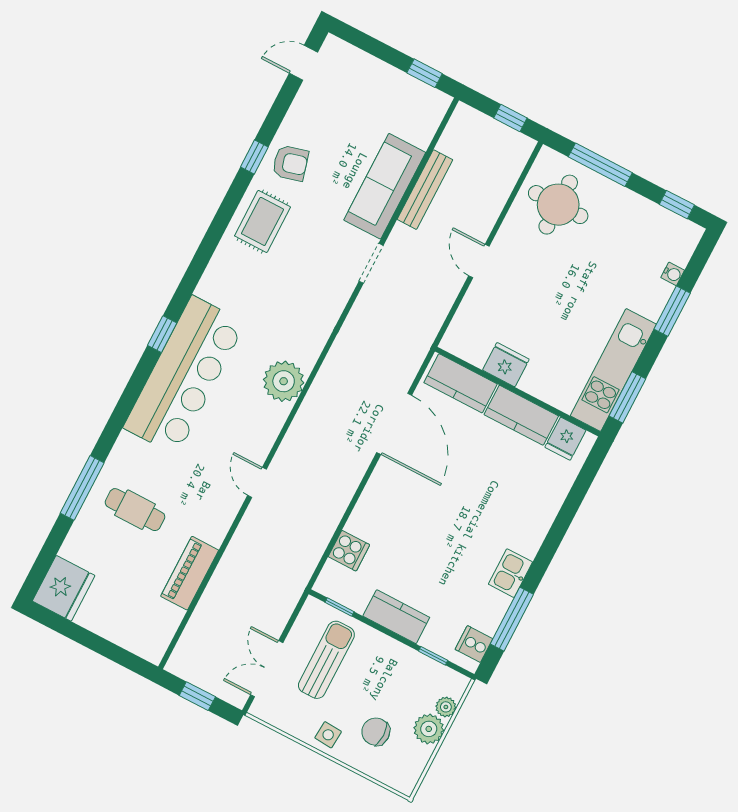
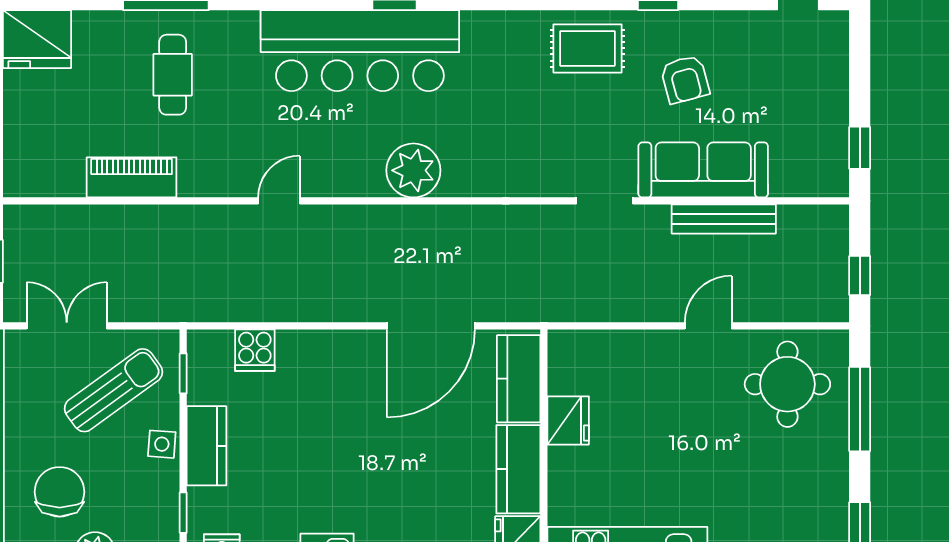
armchair: (290, 163) -> (685, 79), moved
door: (479, 261) -> (708, 326), moved
sun lounger: (326, 660) -> (113, 390), turned -36
chair: (376, 732) -> (60, 492), width x1.37, depth x1.37
side table: (328, 735) -> (162, 444), moved

